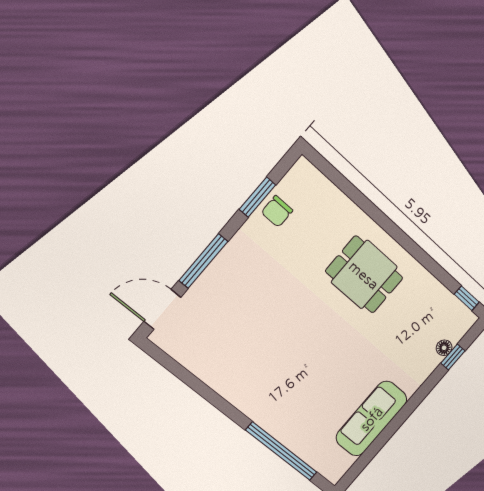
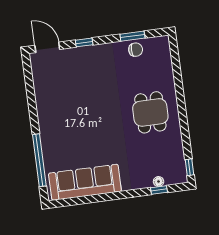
chair: (277, 211) -> (136, 50), turned 180
window: (203, 261) -> (84, 42), width x0.46
sofa: (371, 419) -> (85, 182), width x1.36, depth x1.27

